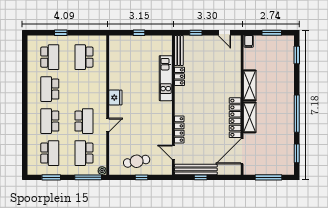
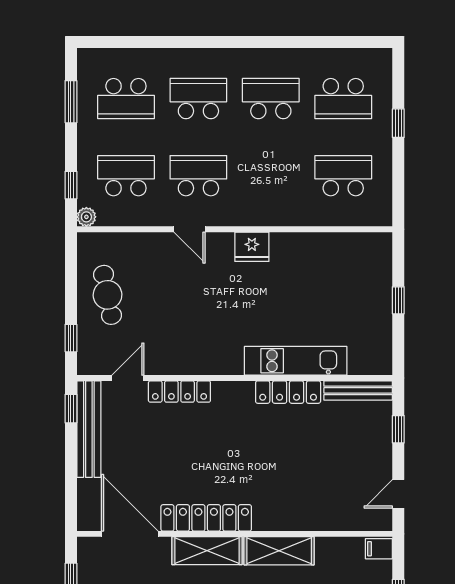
locker: (179, 76) -> (288, 392), width x1.53
school desk: (84, 121) -> (198, 176), turned 180
window: (88, 177) -> (71, 185), width x0.46
window: (141, 177) -> (71, 338), moved
window: (201, 177) -> (71, 409), moved

